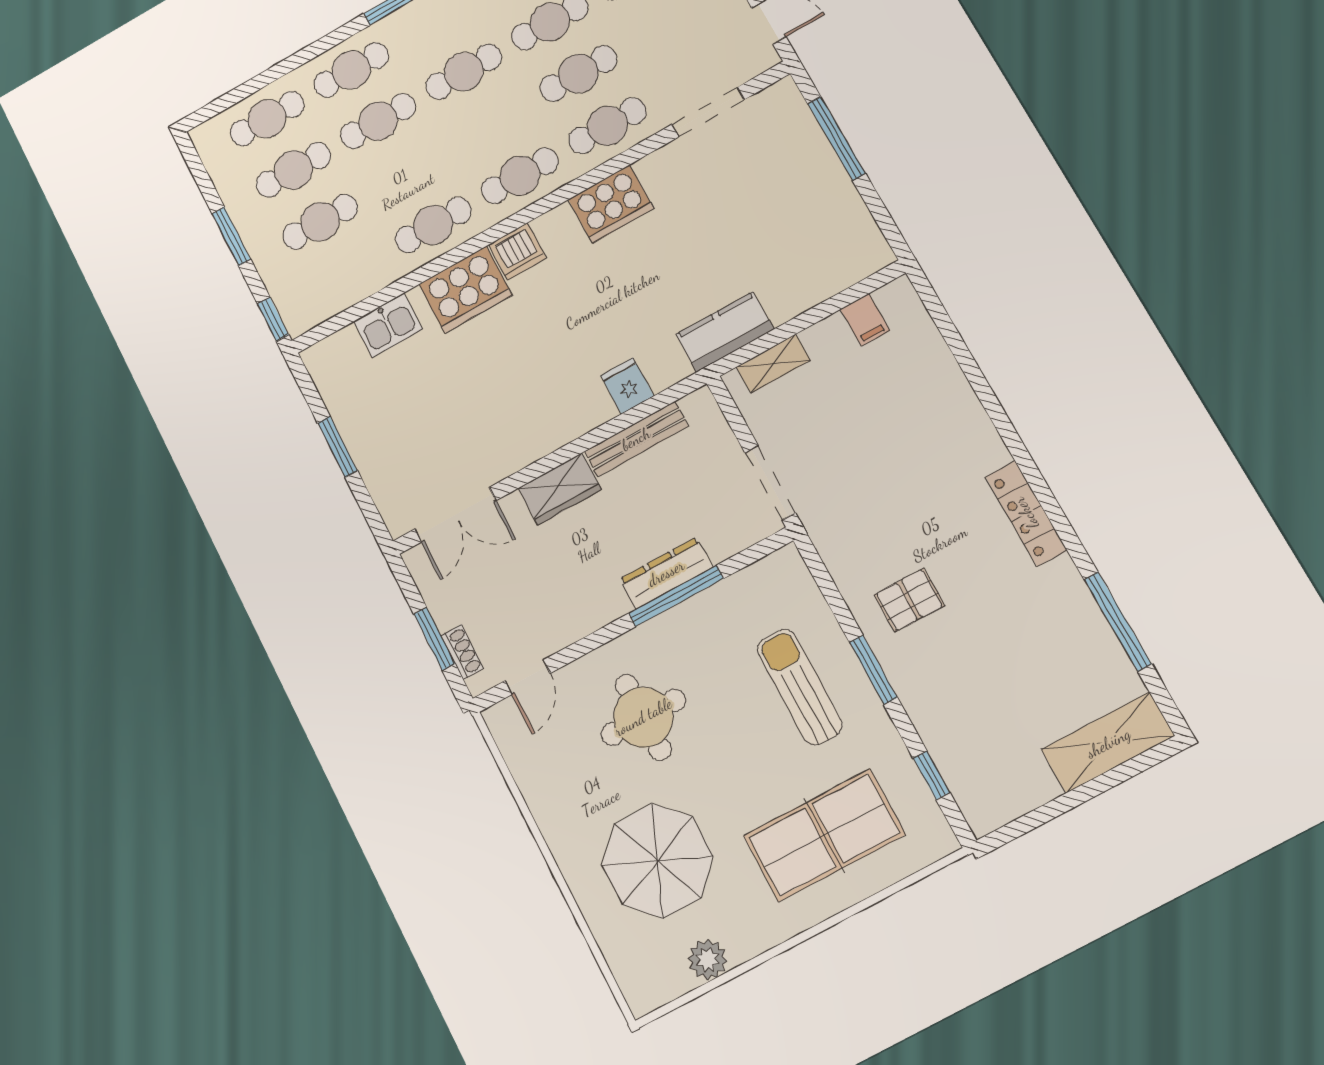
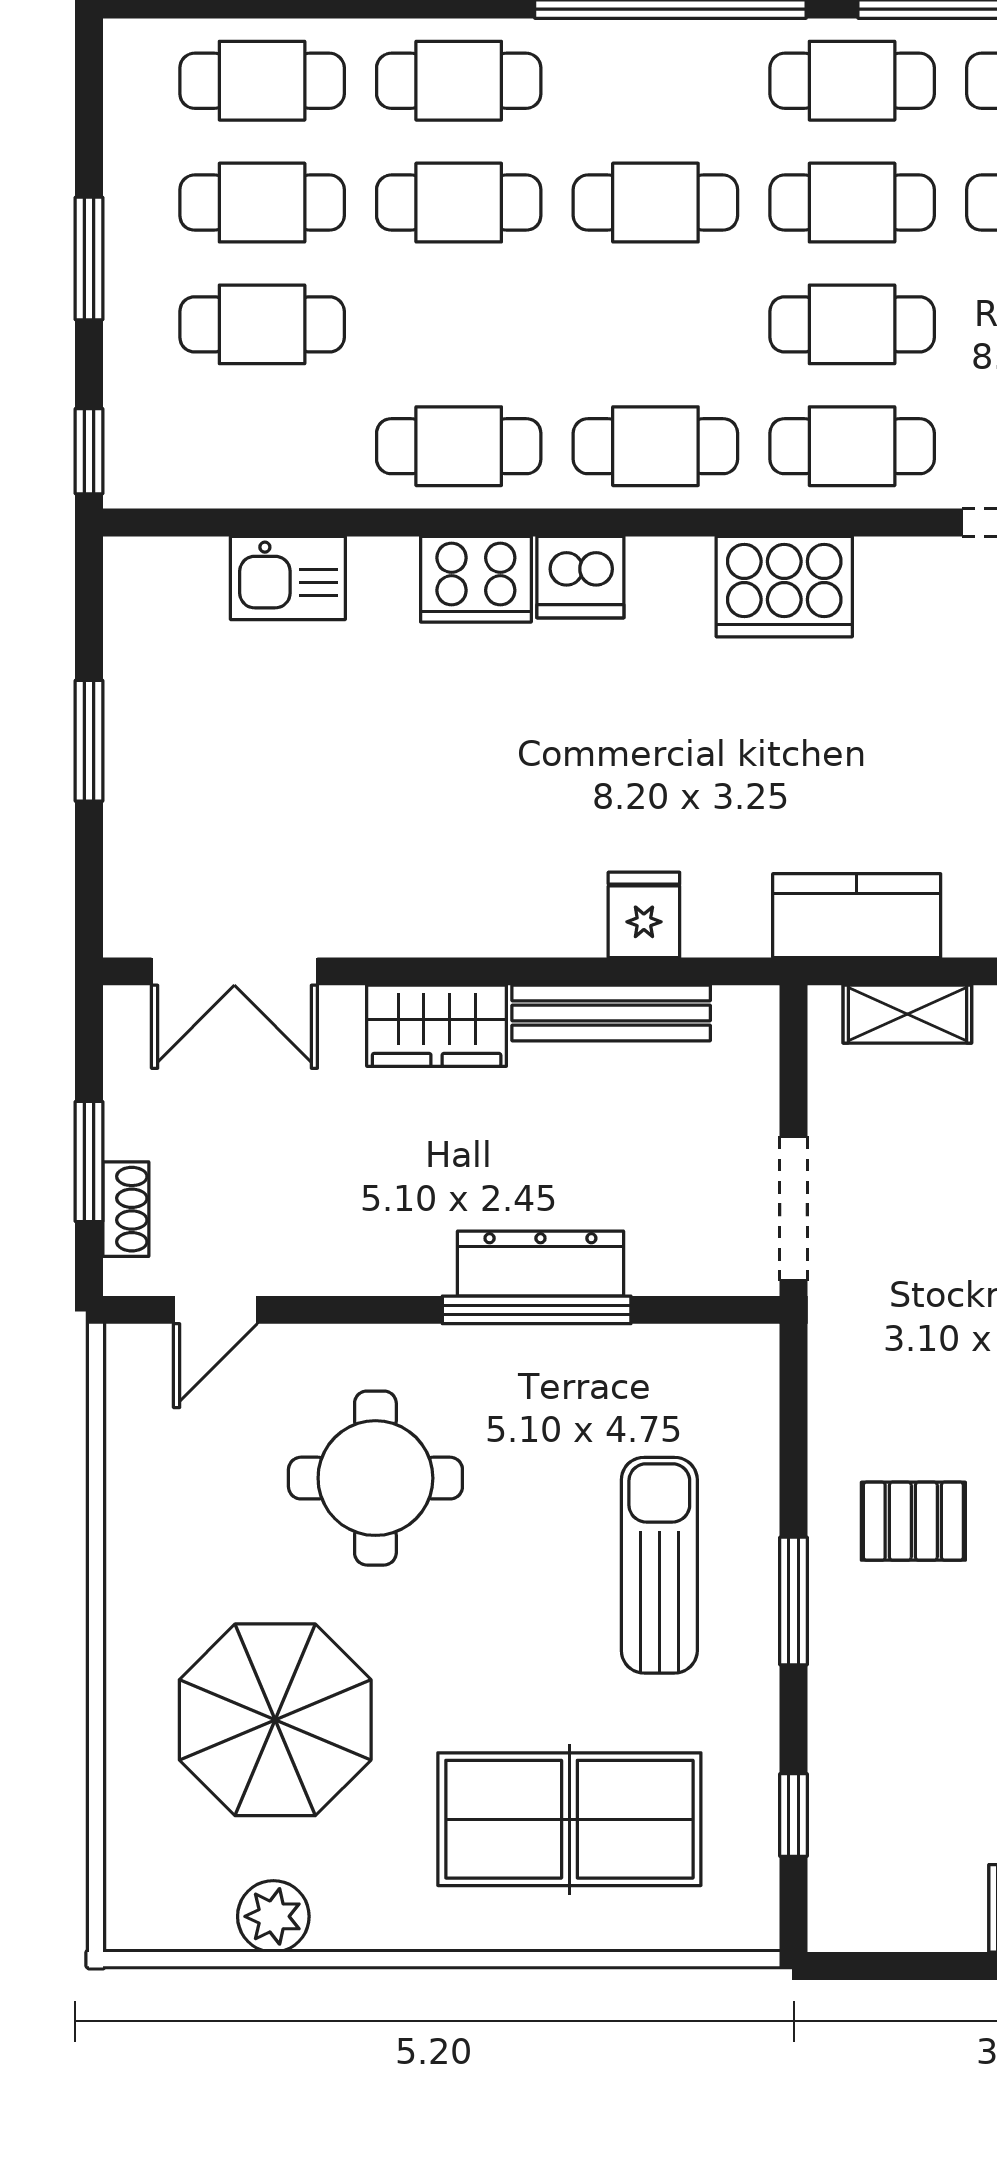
cooker: (465, 290) -> (476, 579), width x0.73, depth x0.76

